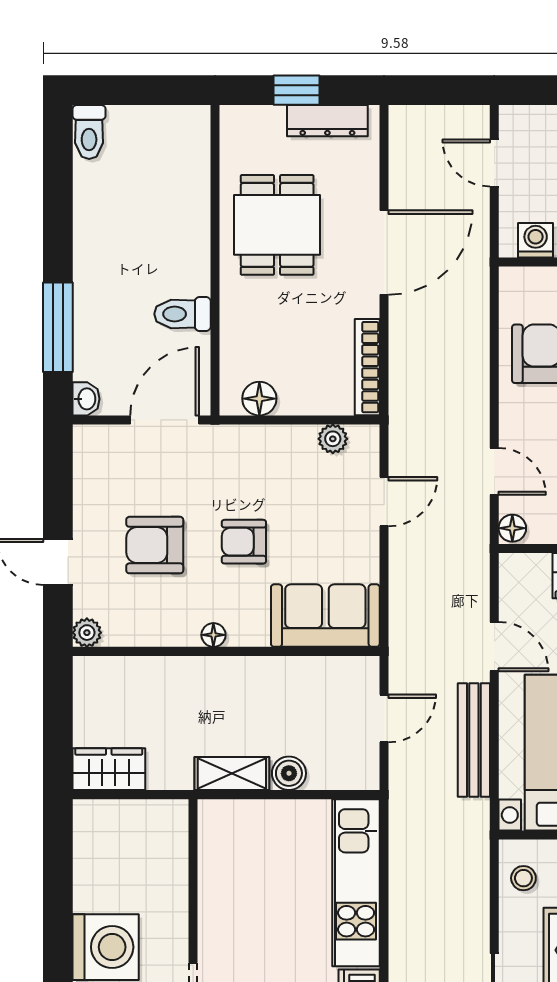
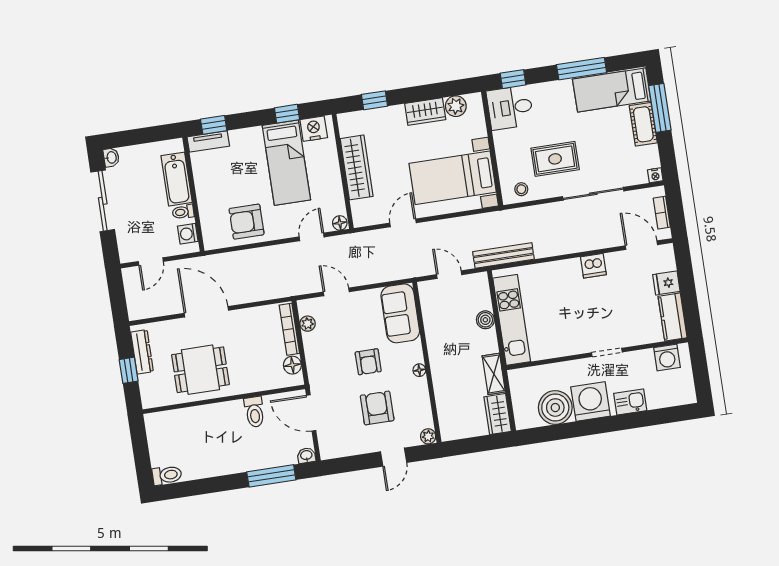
bookcase: (367, 367) -> (289, 329), moved, turned 90
armchair: (155, 545) -> (377, 408), turned 180
bench: (474, 740) -> (503, 255), moved
shelving: (232, 773) -> (494, 374), moved
boiler: (104, 879) -> (555, 408), added
kitchen unit: (356, 883) -> (512, 320), moved, turned -90

